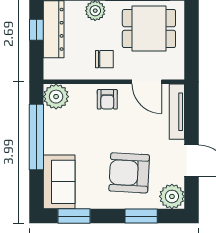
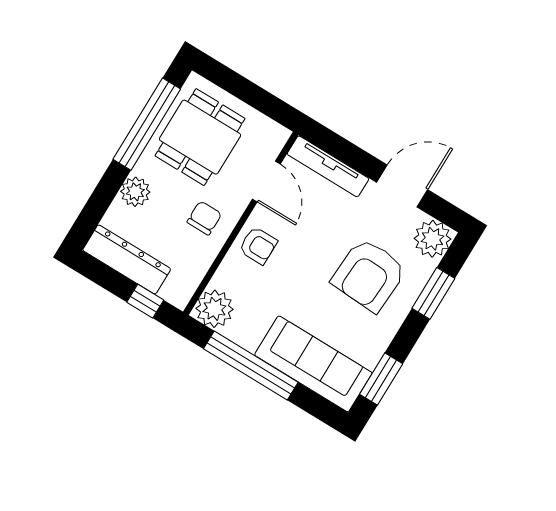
window: (36, 30) -> (145, 301), moved
door: (147, 82) -> (266, 182), hinge flipped
sofa: (59, 182) -> (313, 364), width x1.36

